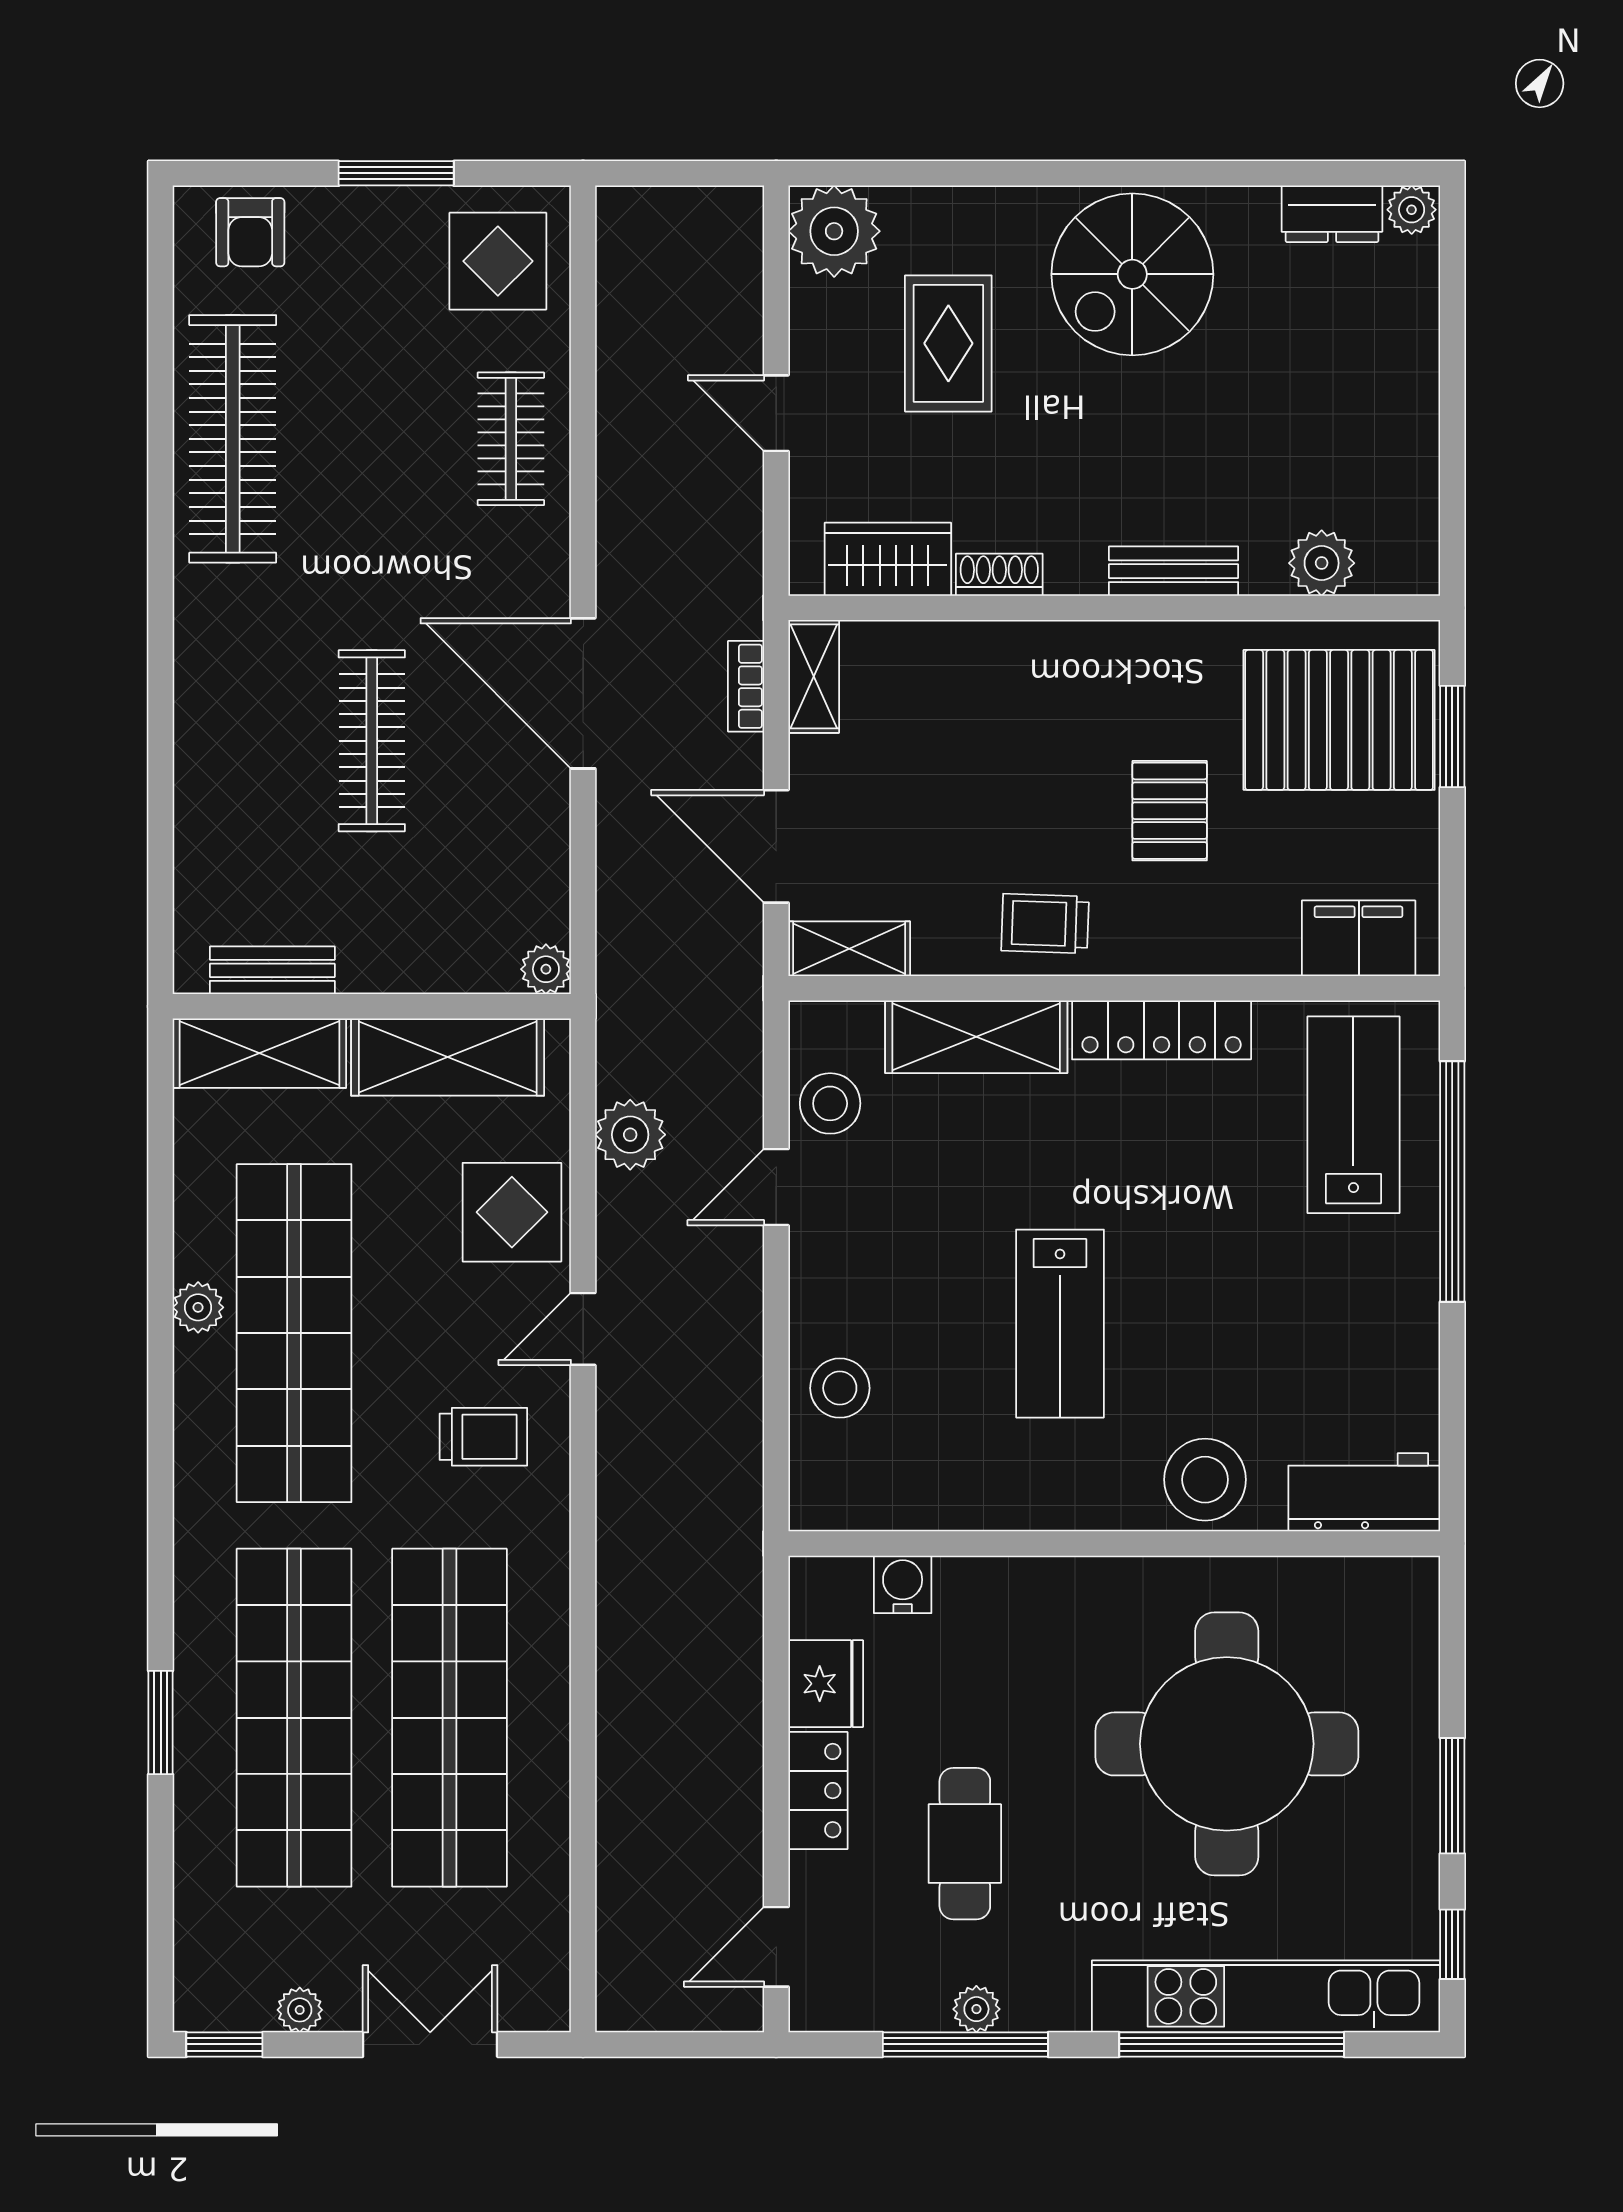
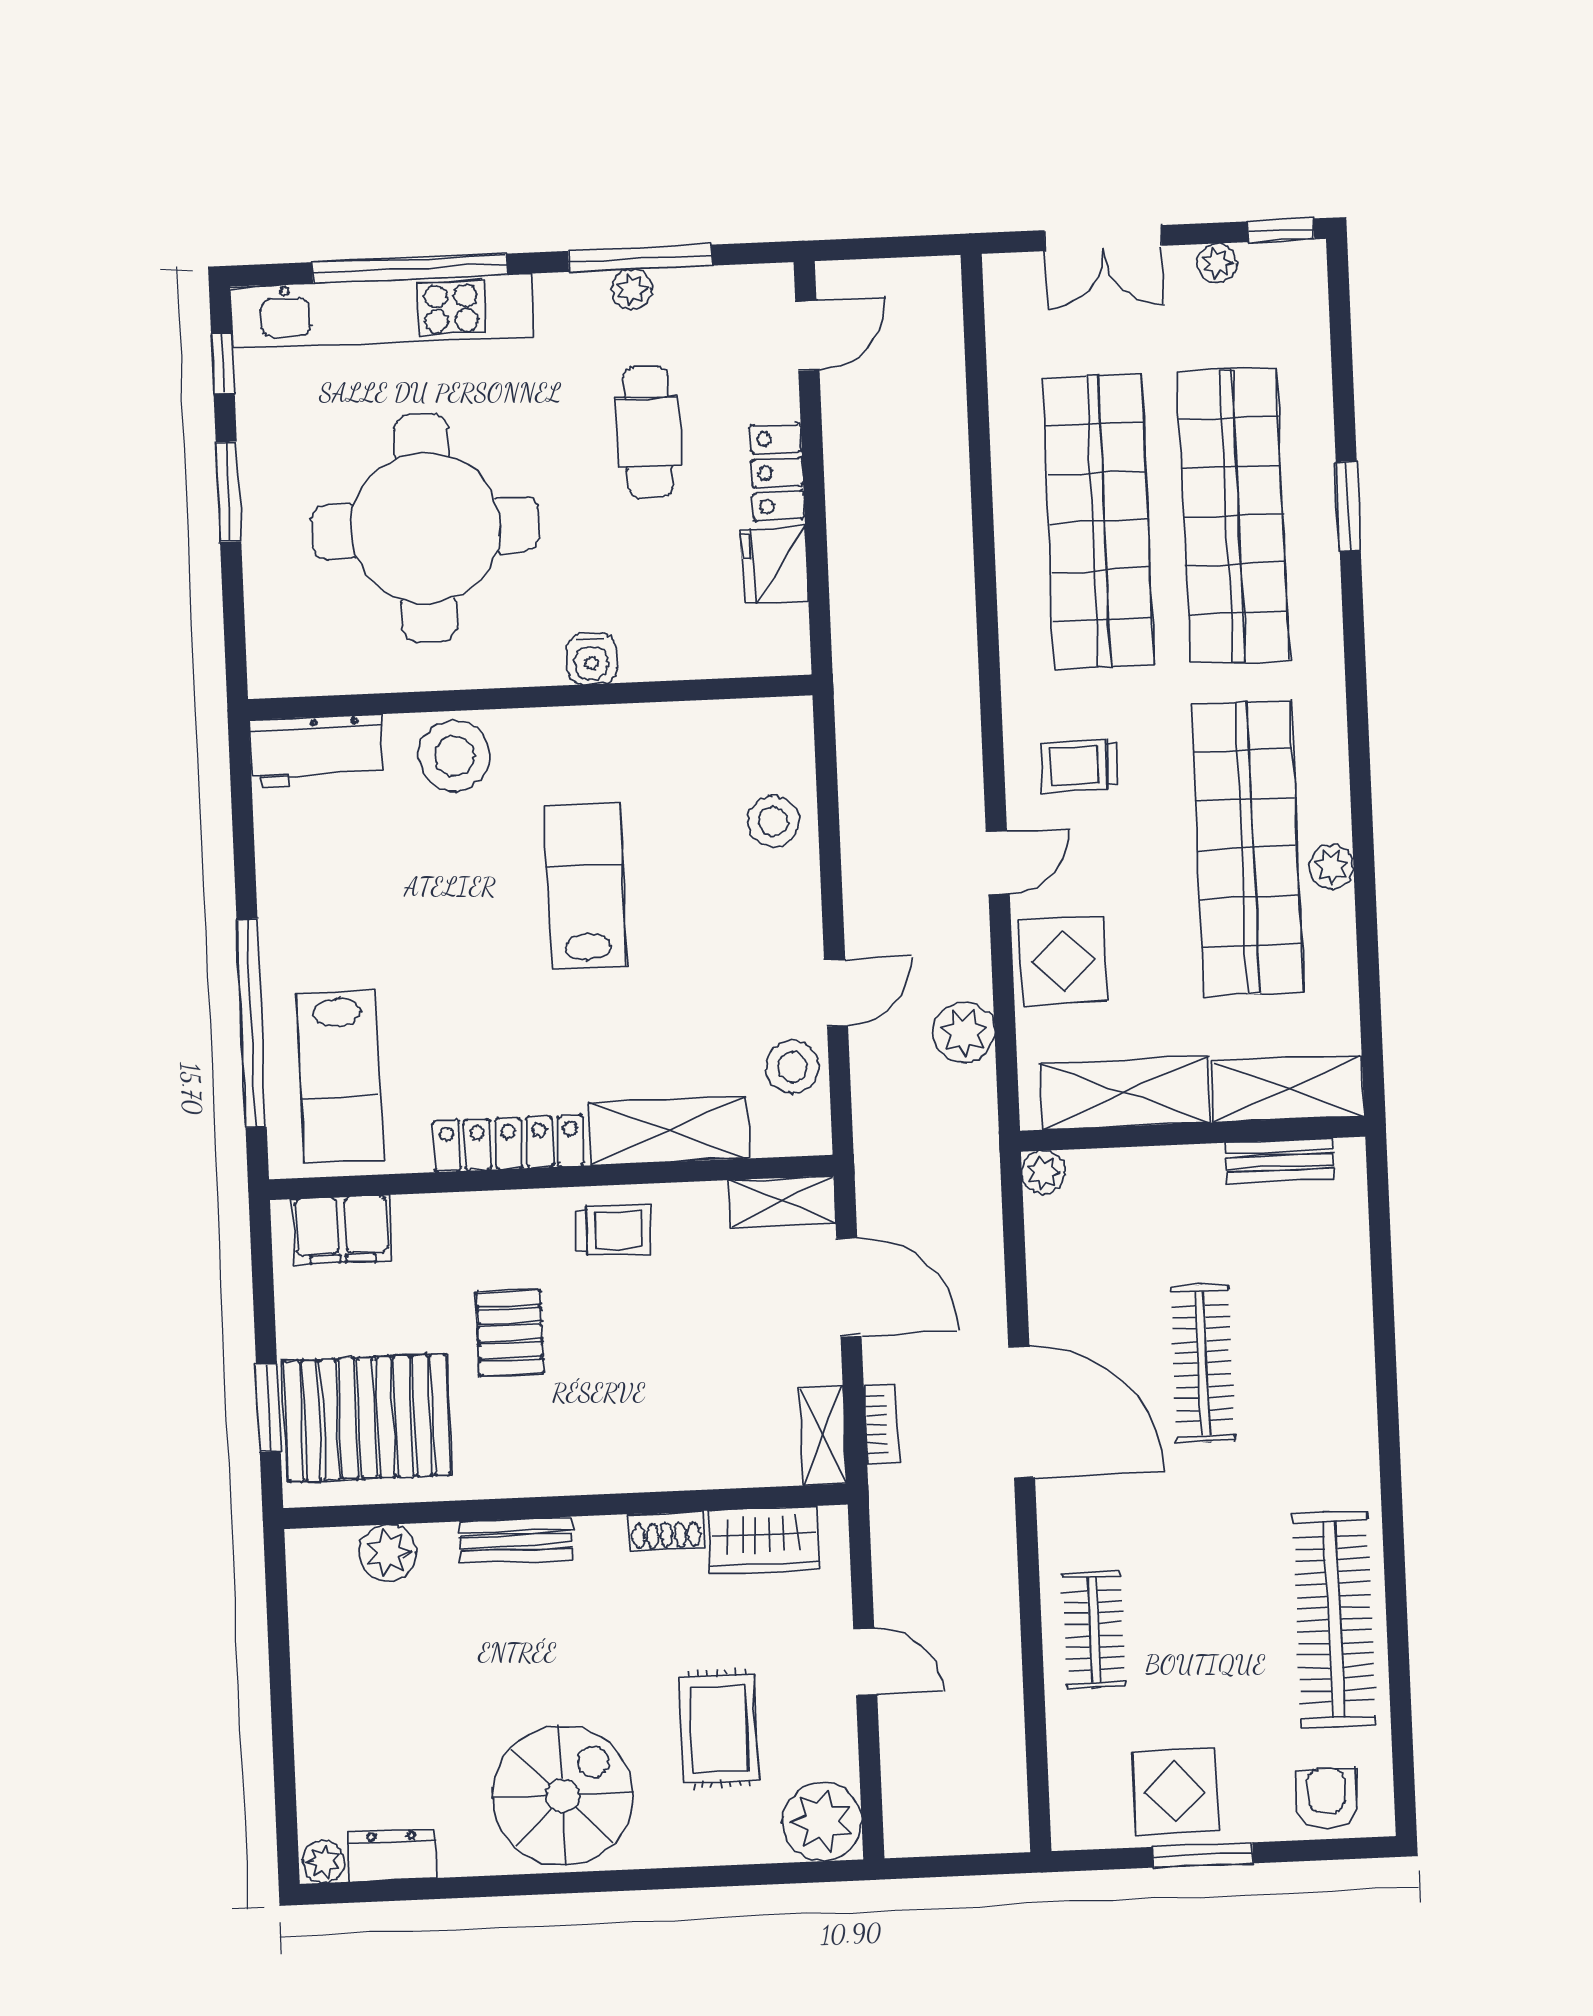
display table: (498, 261) -> (1175, 1792), moved
water cooler: (903, 1584) -> (591, 659), moved

